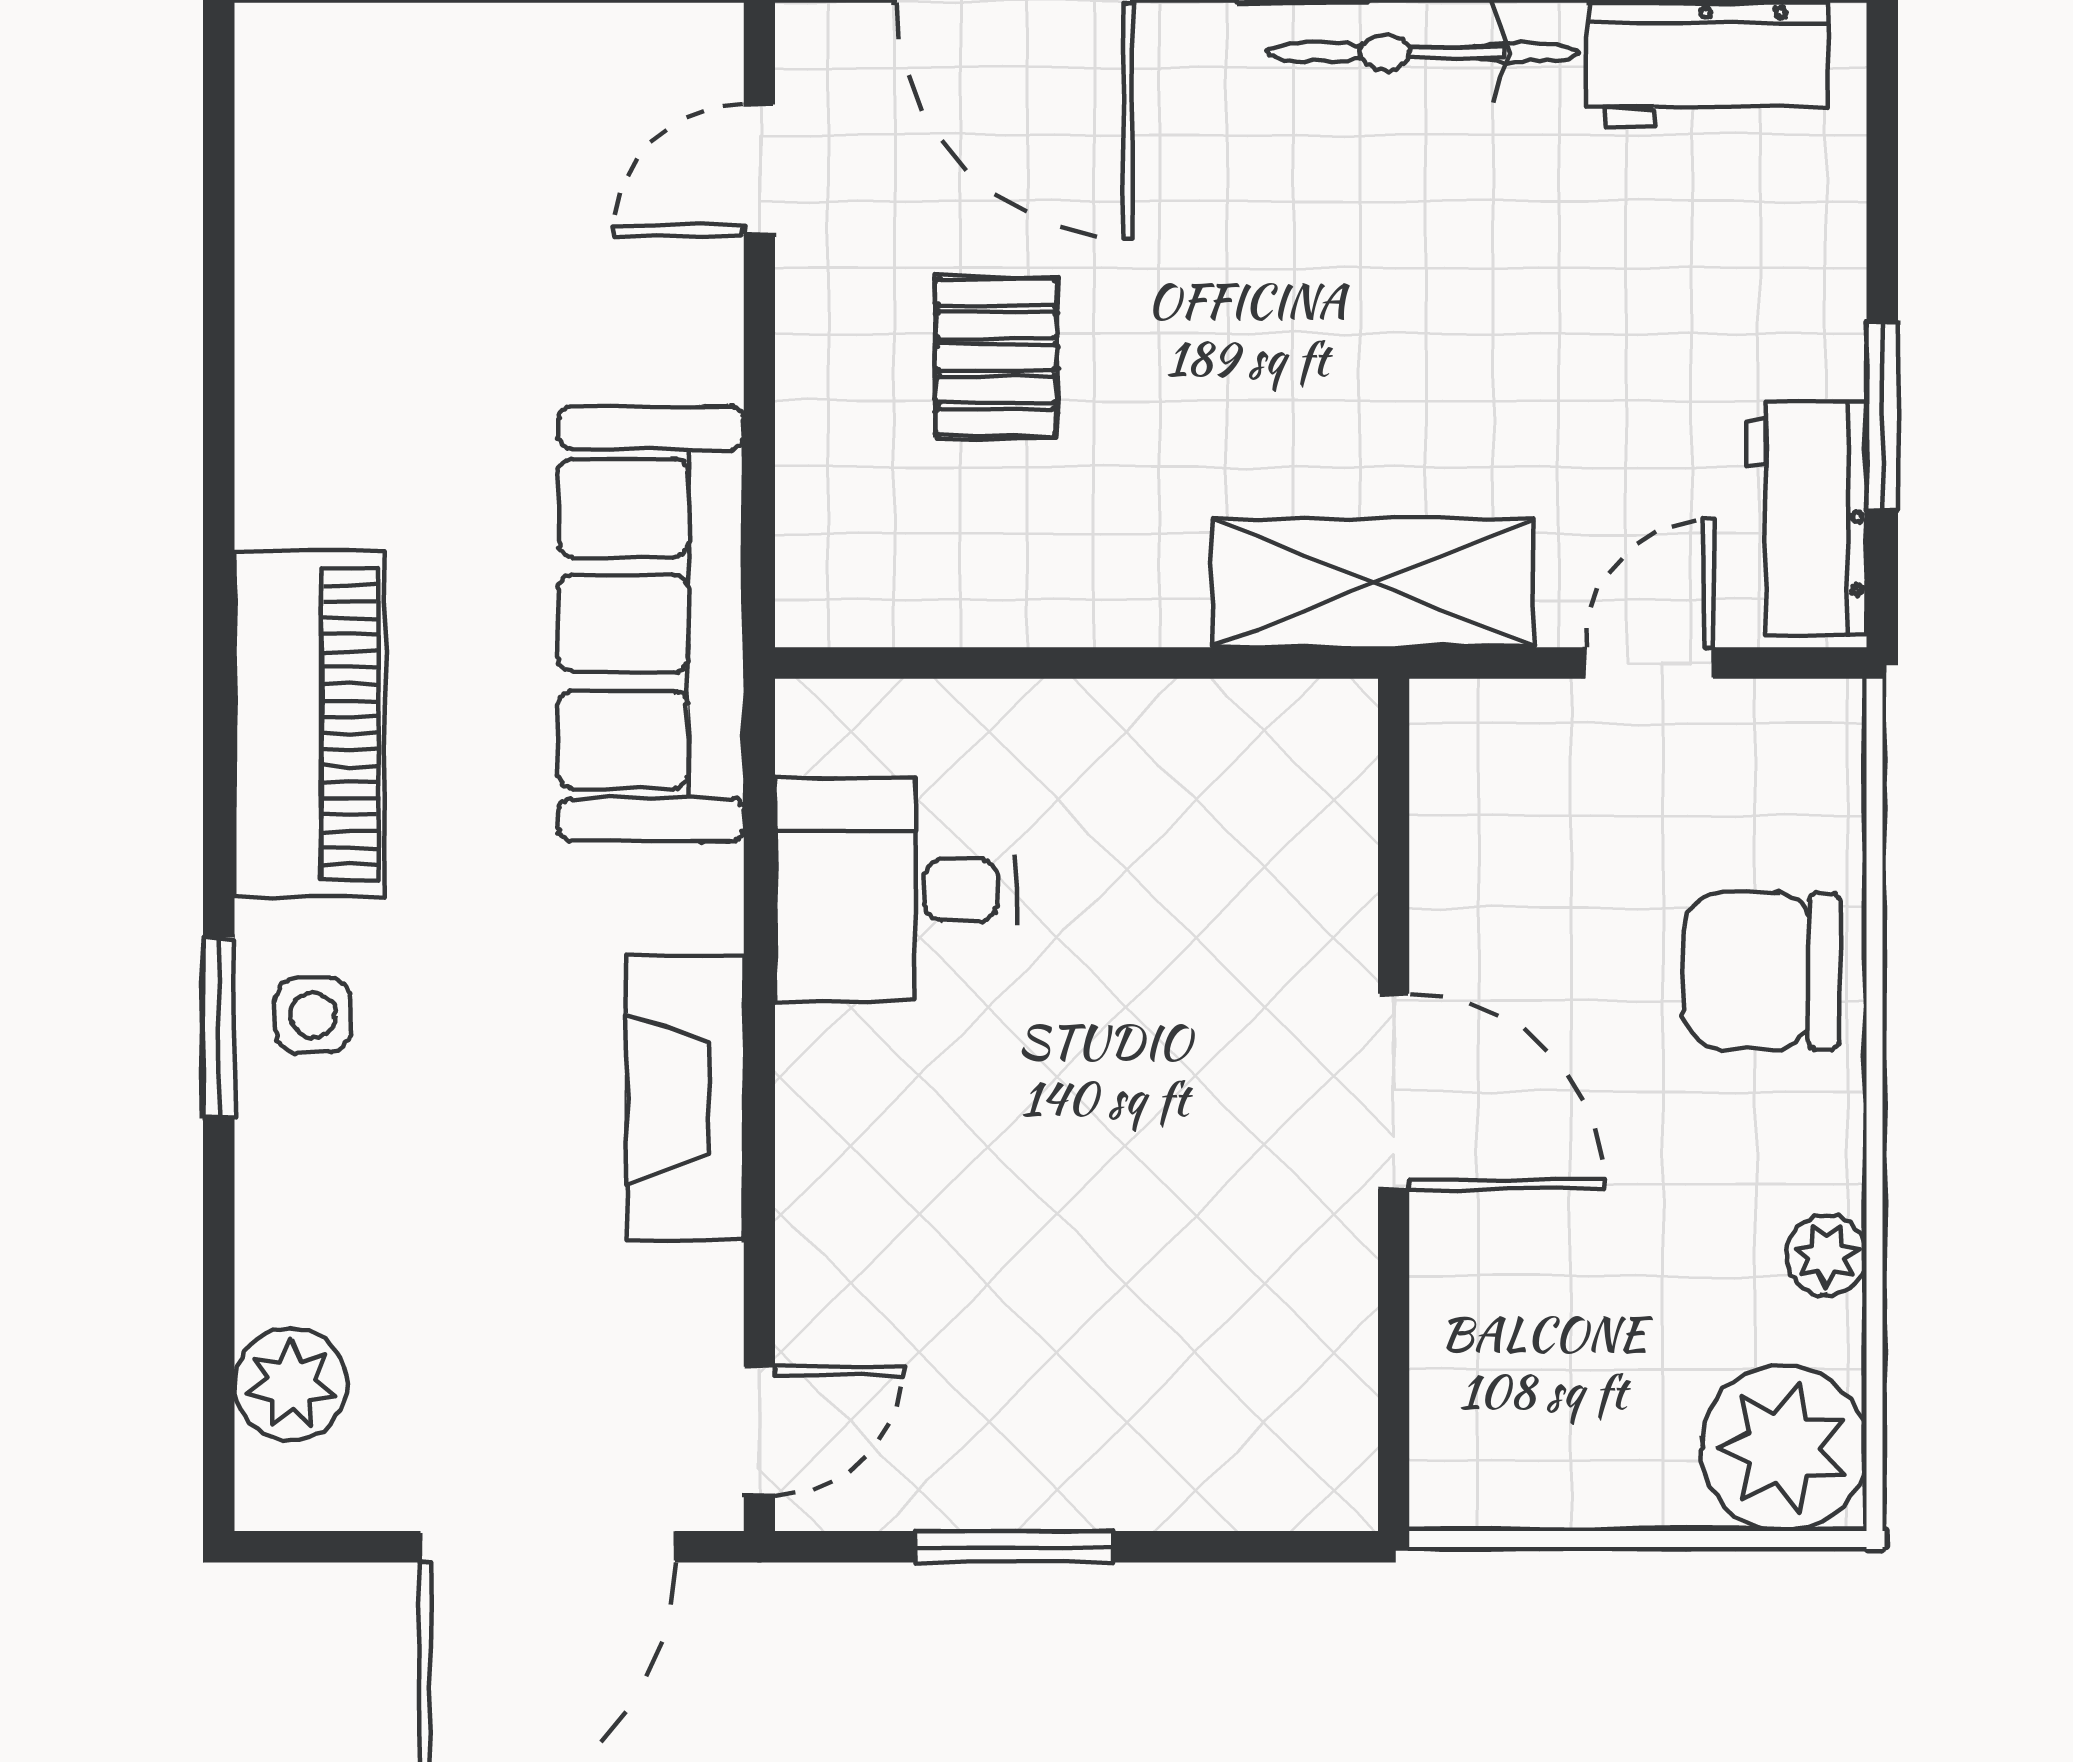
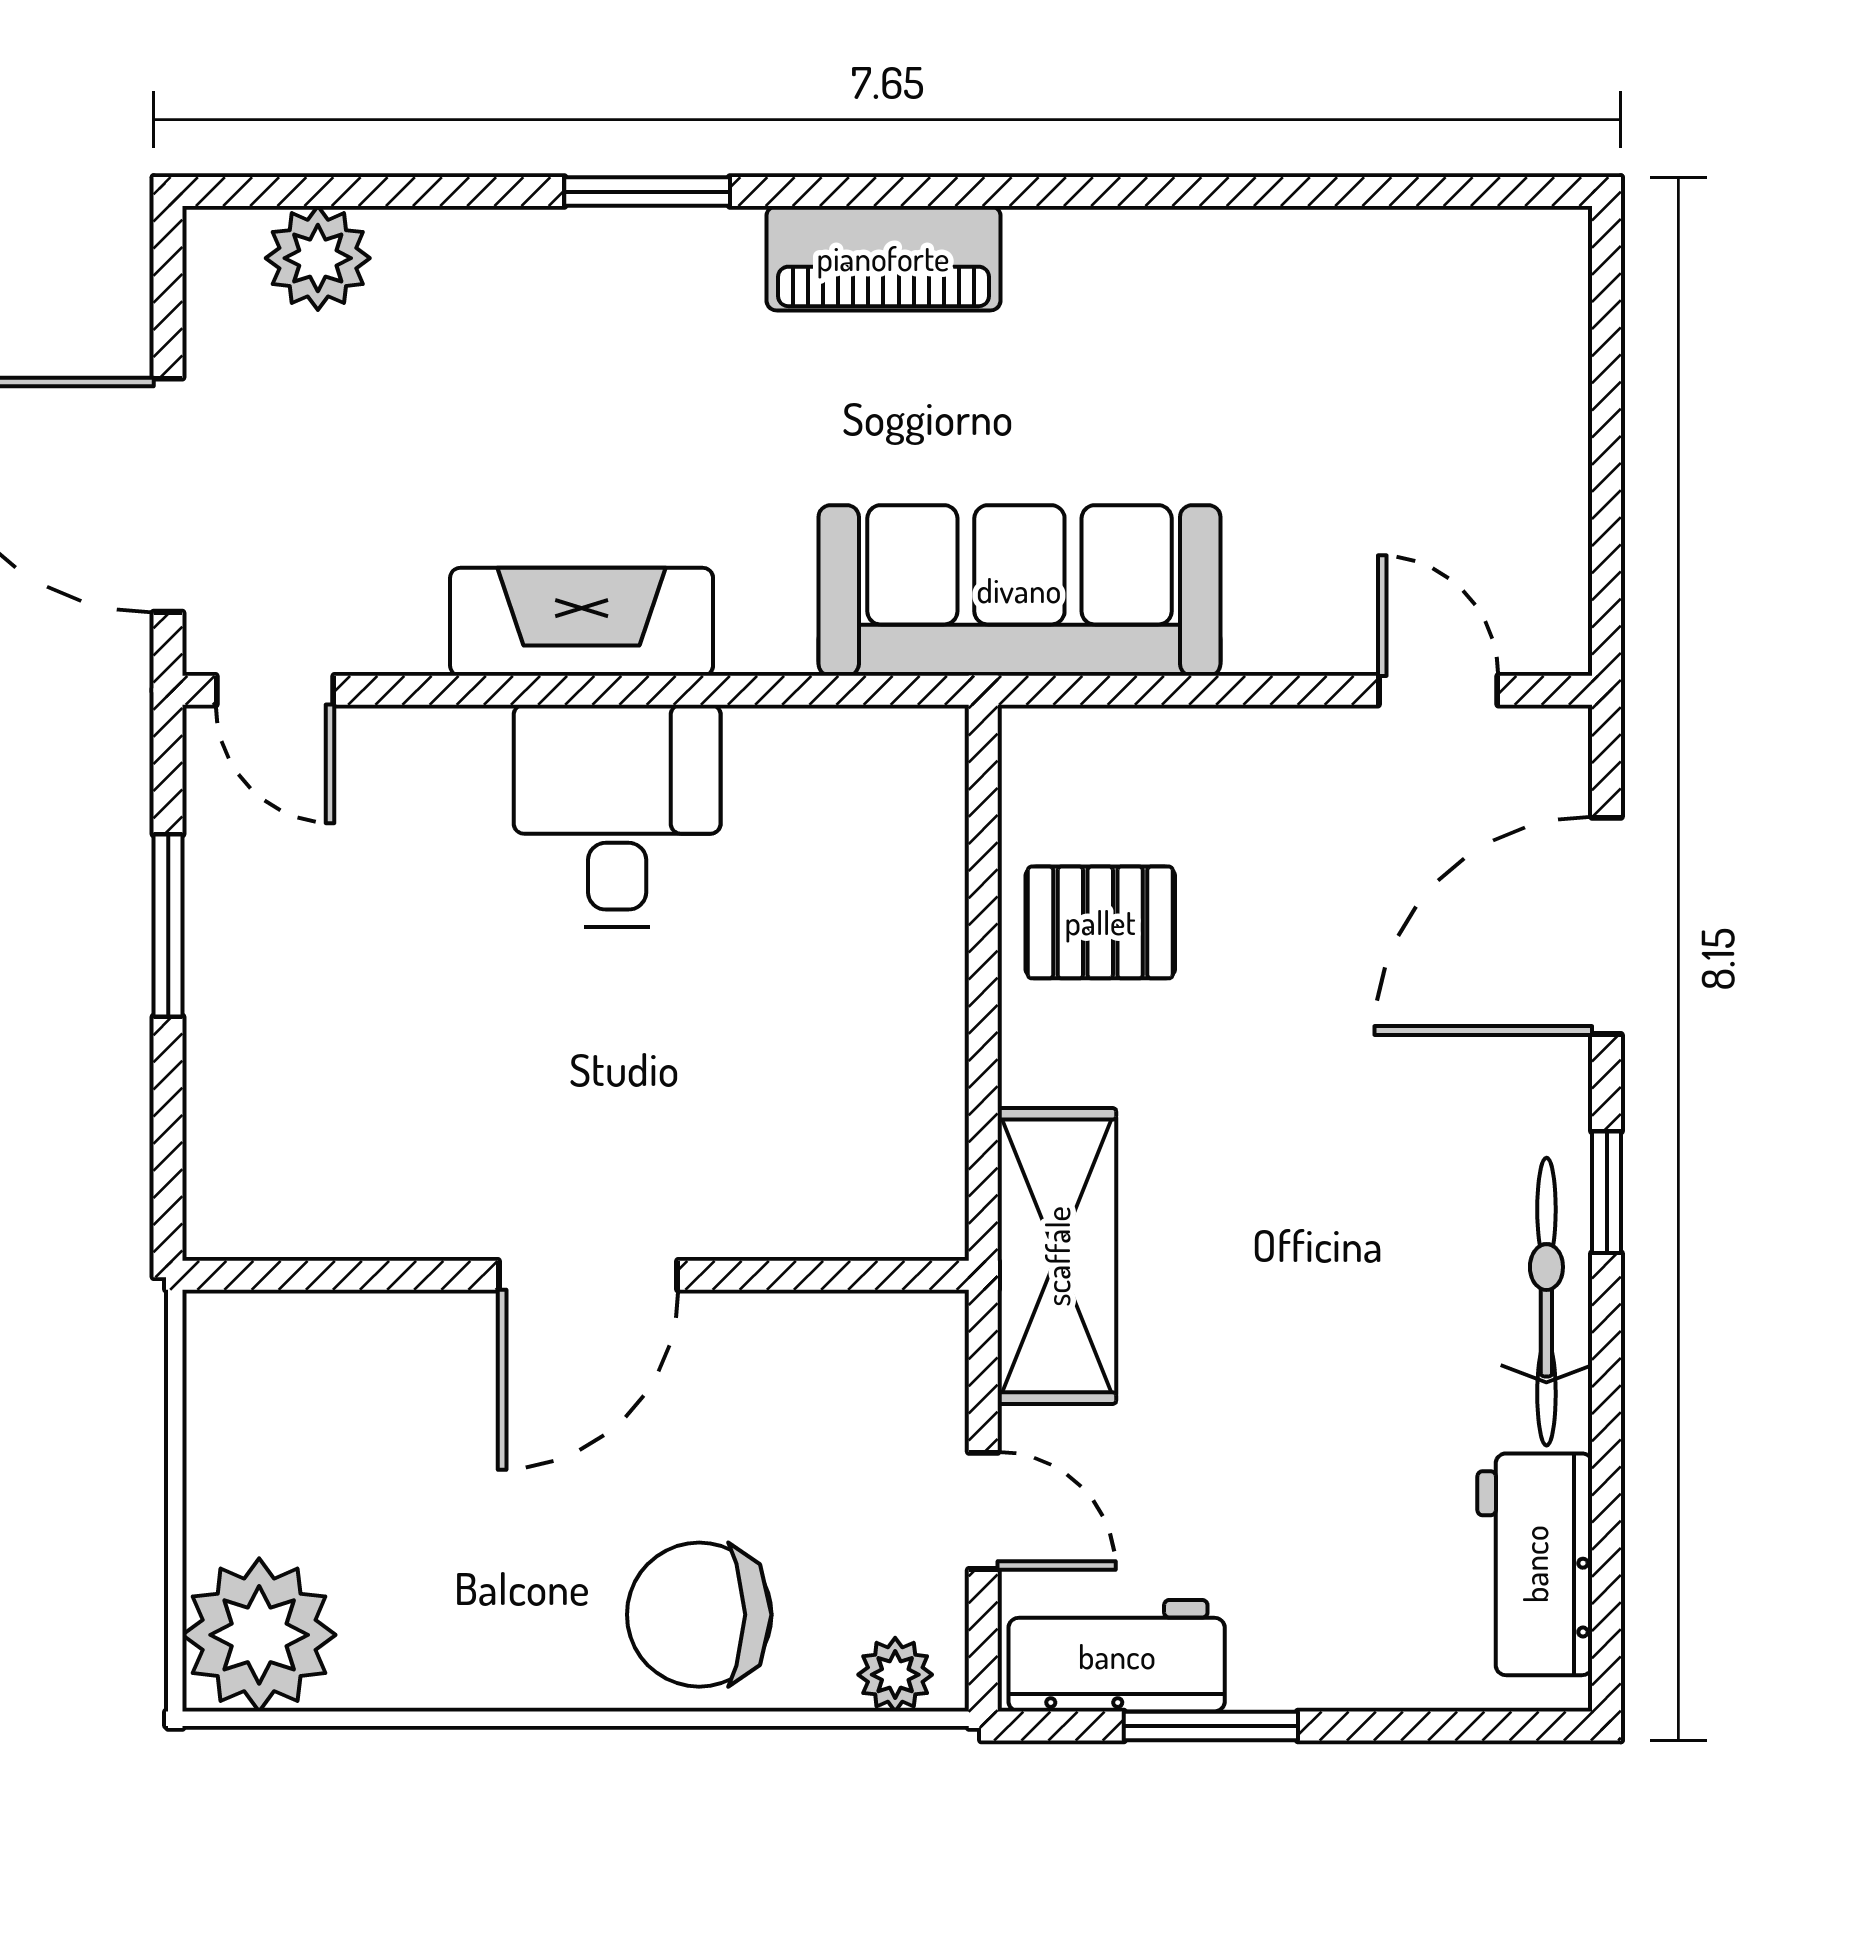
pallet: (996, 357) -> (1100, 922), moved
piano: (310, 725) -> (883, 258), width x0.73, depth x0.75
desk: (896, 890) -> (617, 816), moved
chair: (1762, 971) -> (699, 1615), turned -90
side table: (313, 1015) -> (658, 278), removed
plant: (1827, 1255) -> (895, 1675), moved

